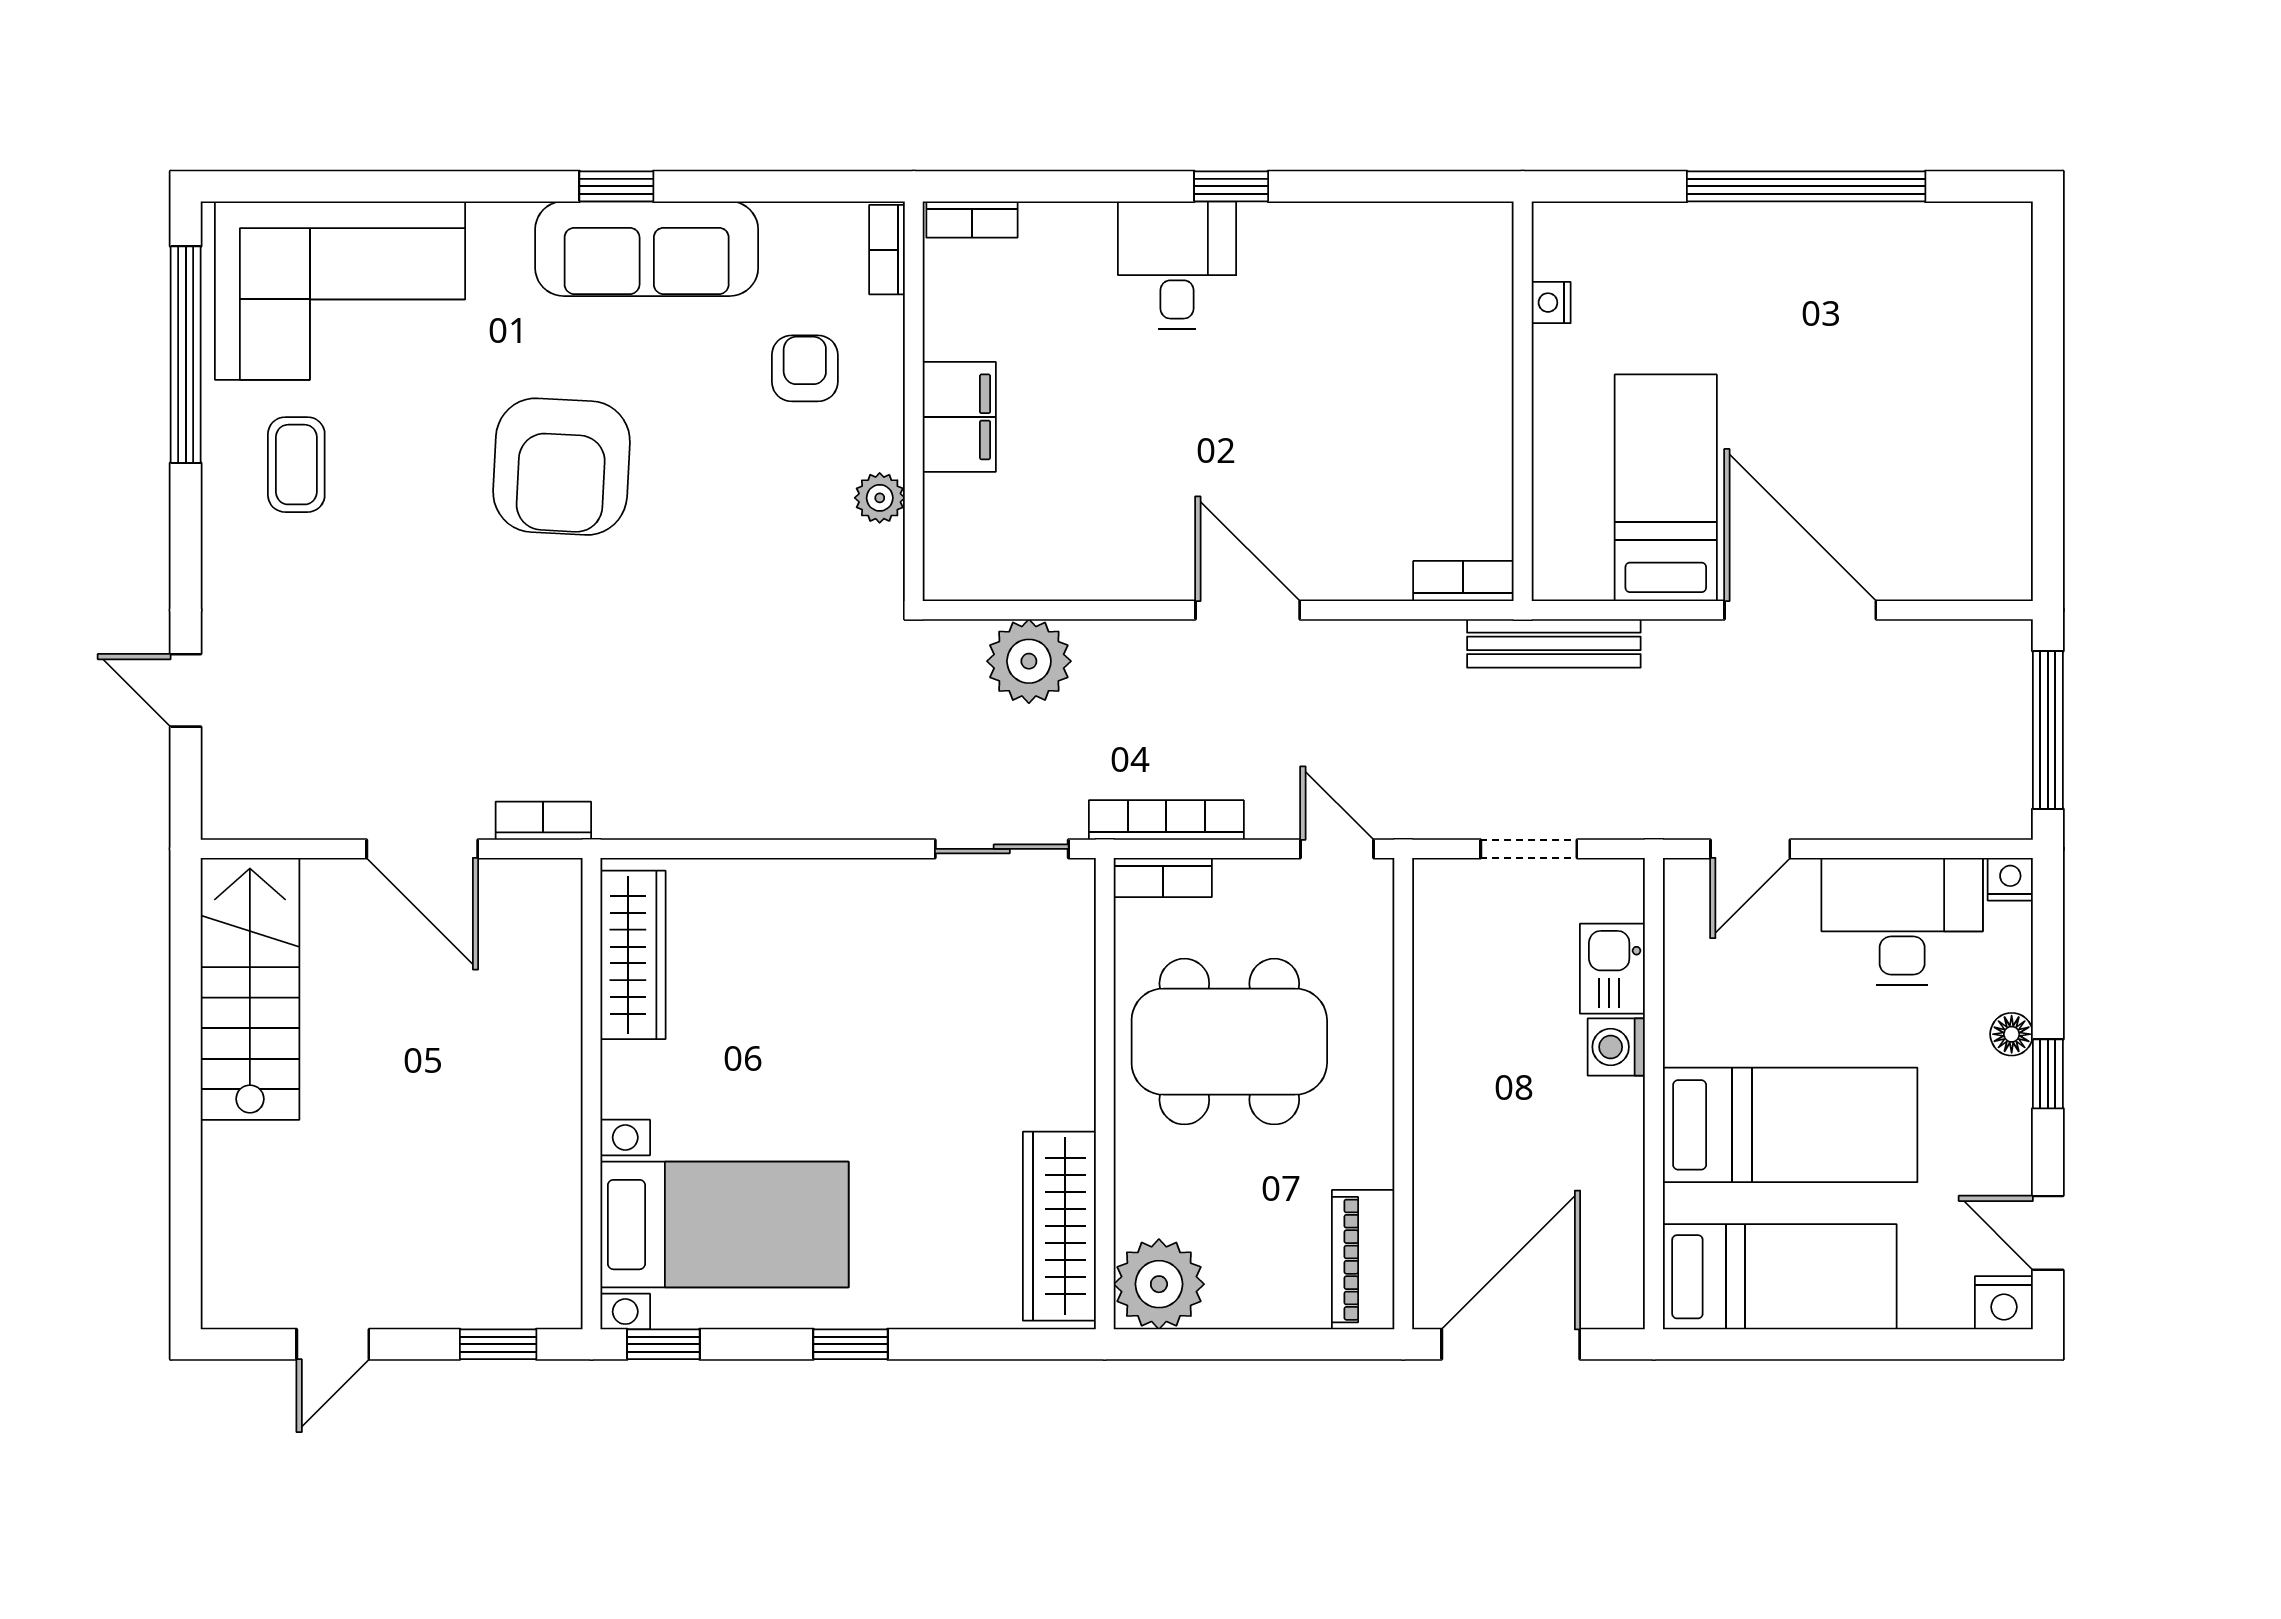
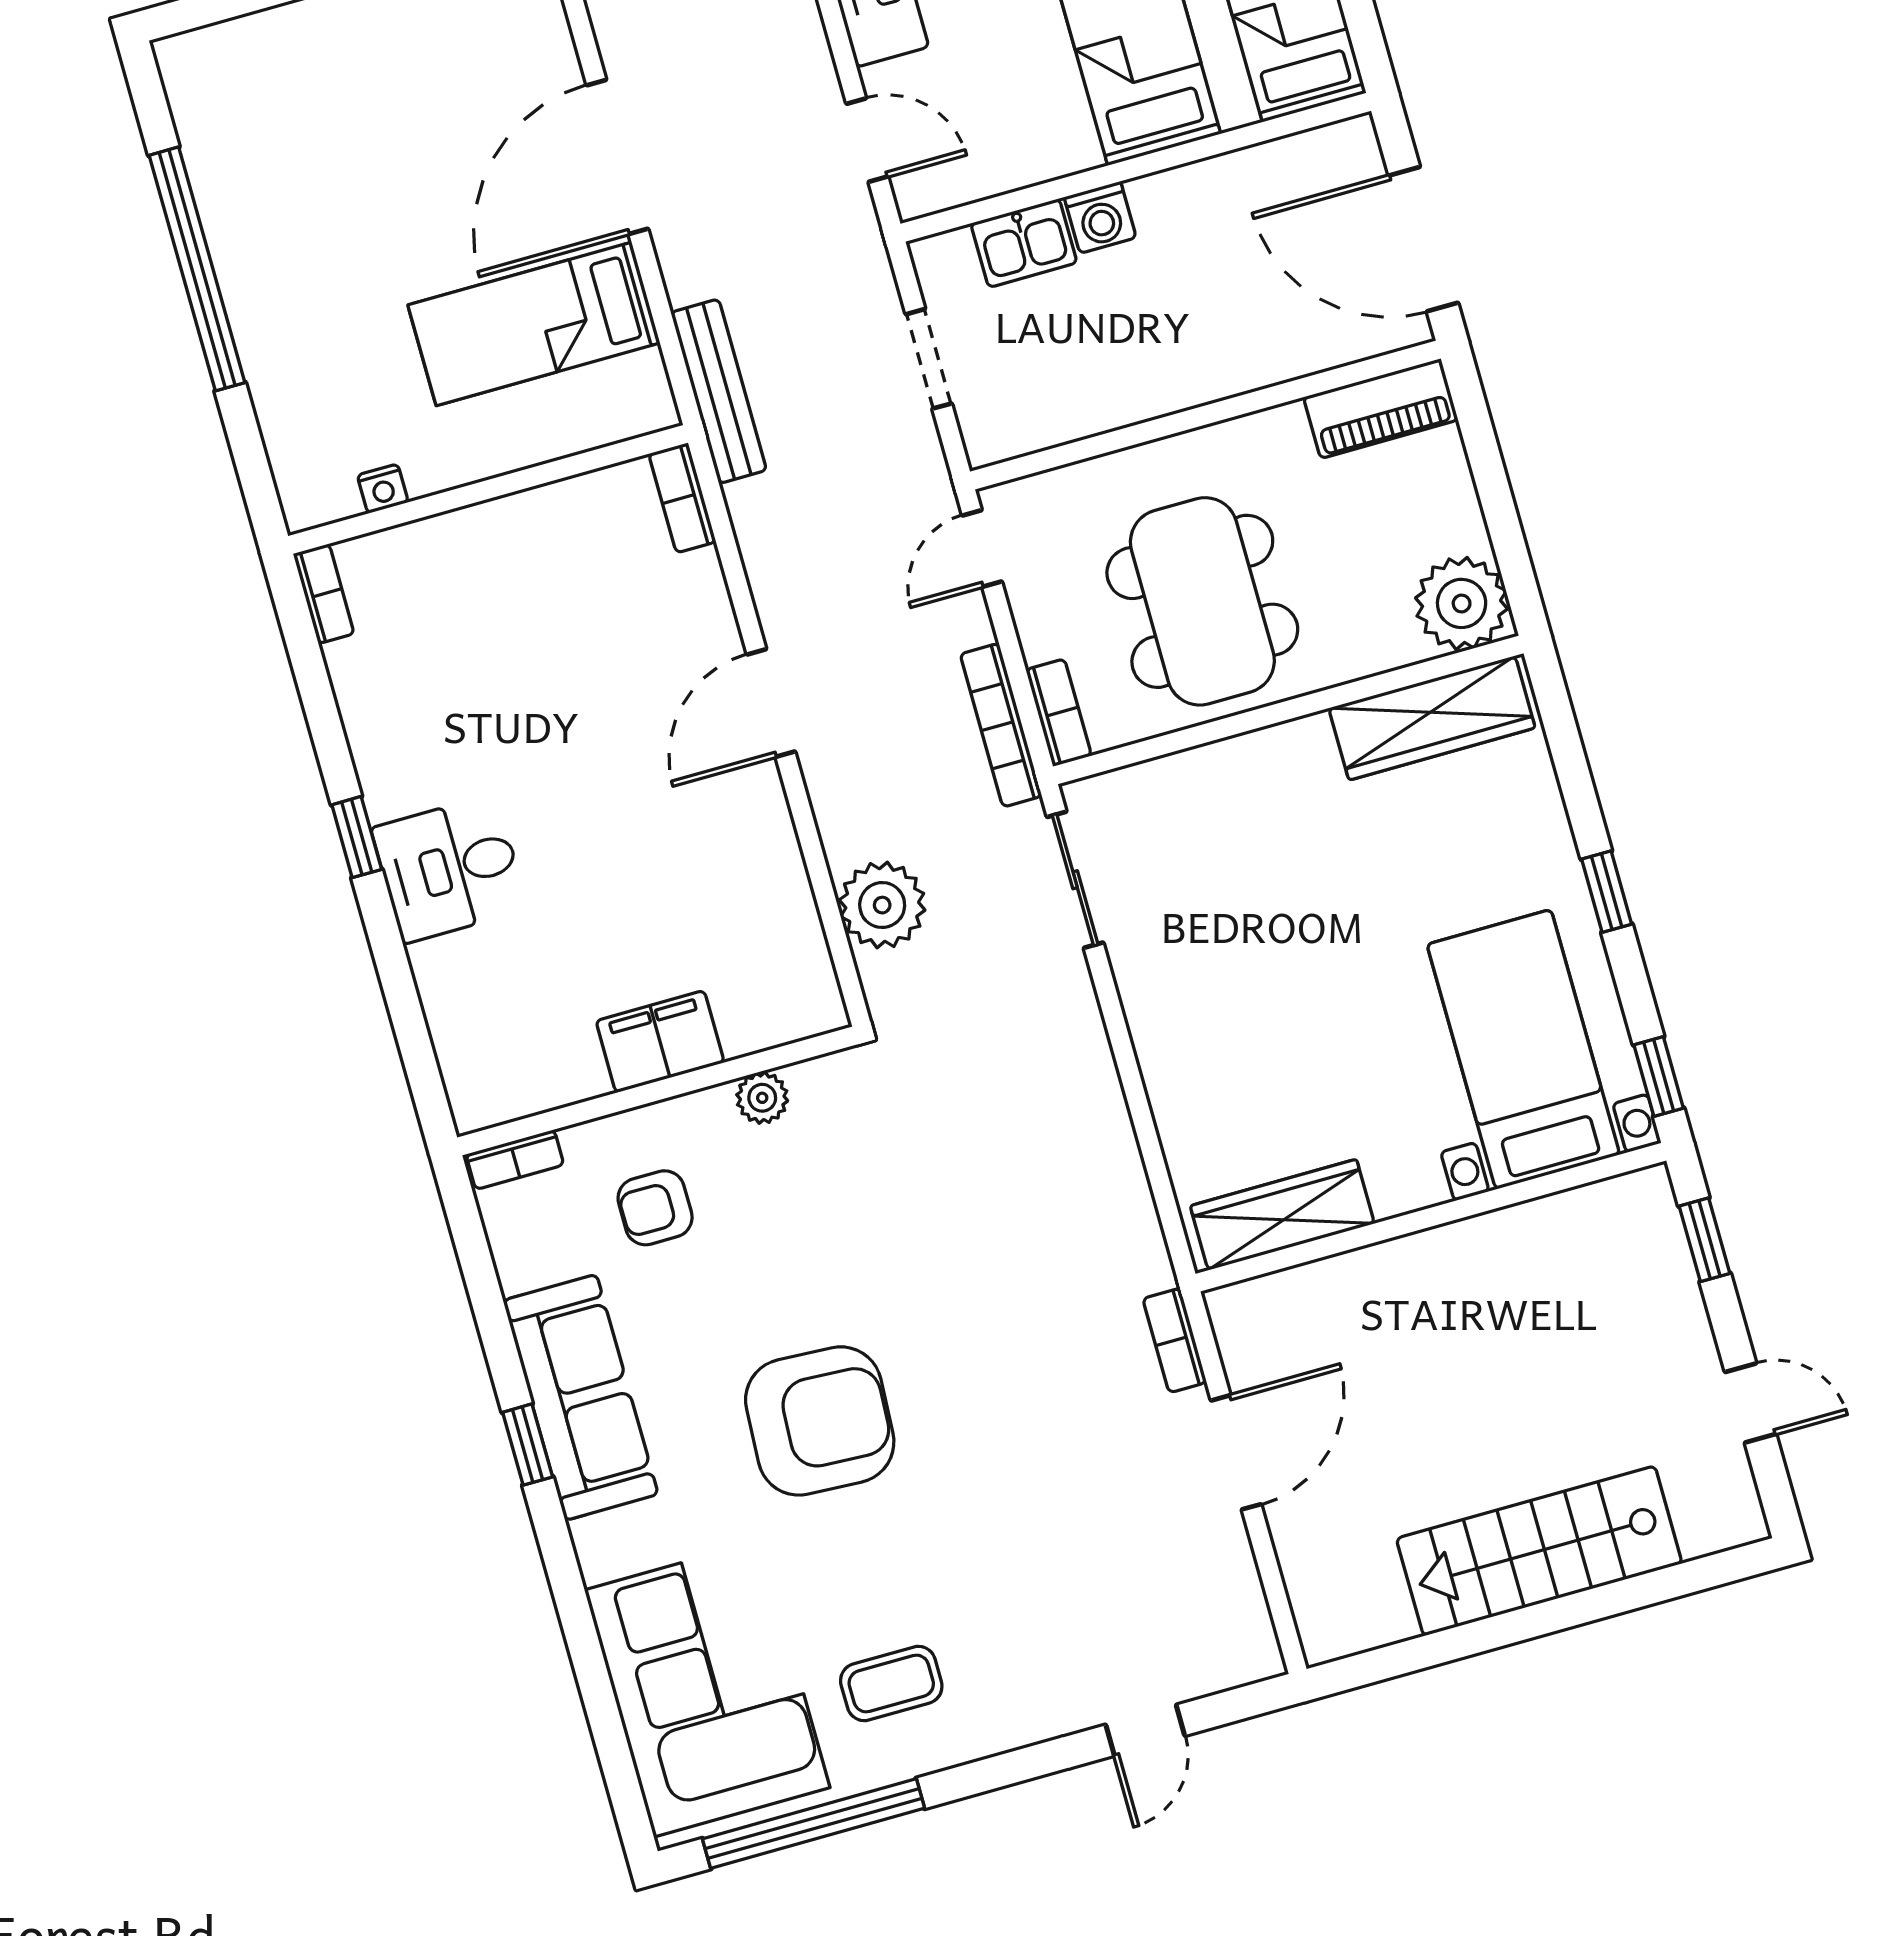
bookcase: (972, 220) -> (324, 594), moved
stairs: (250, 989) -> (1539, 1551), moved

